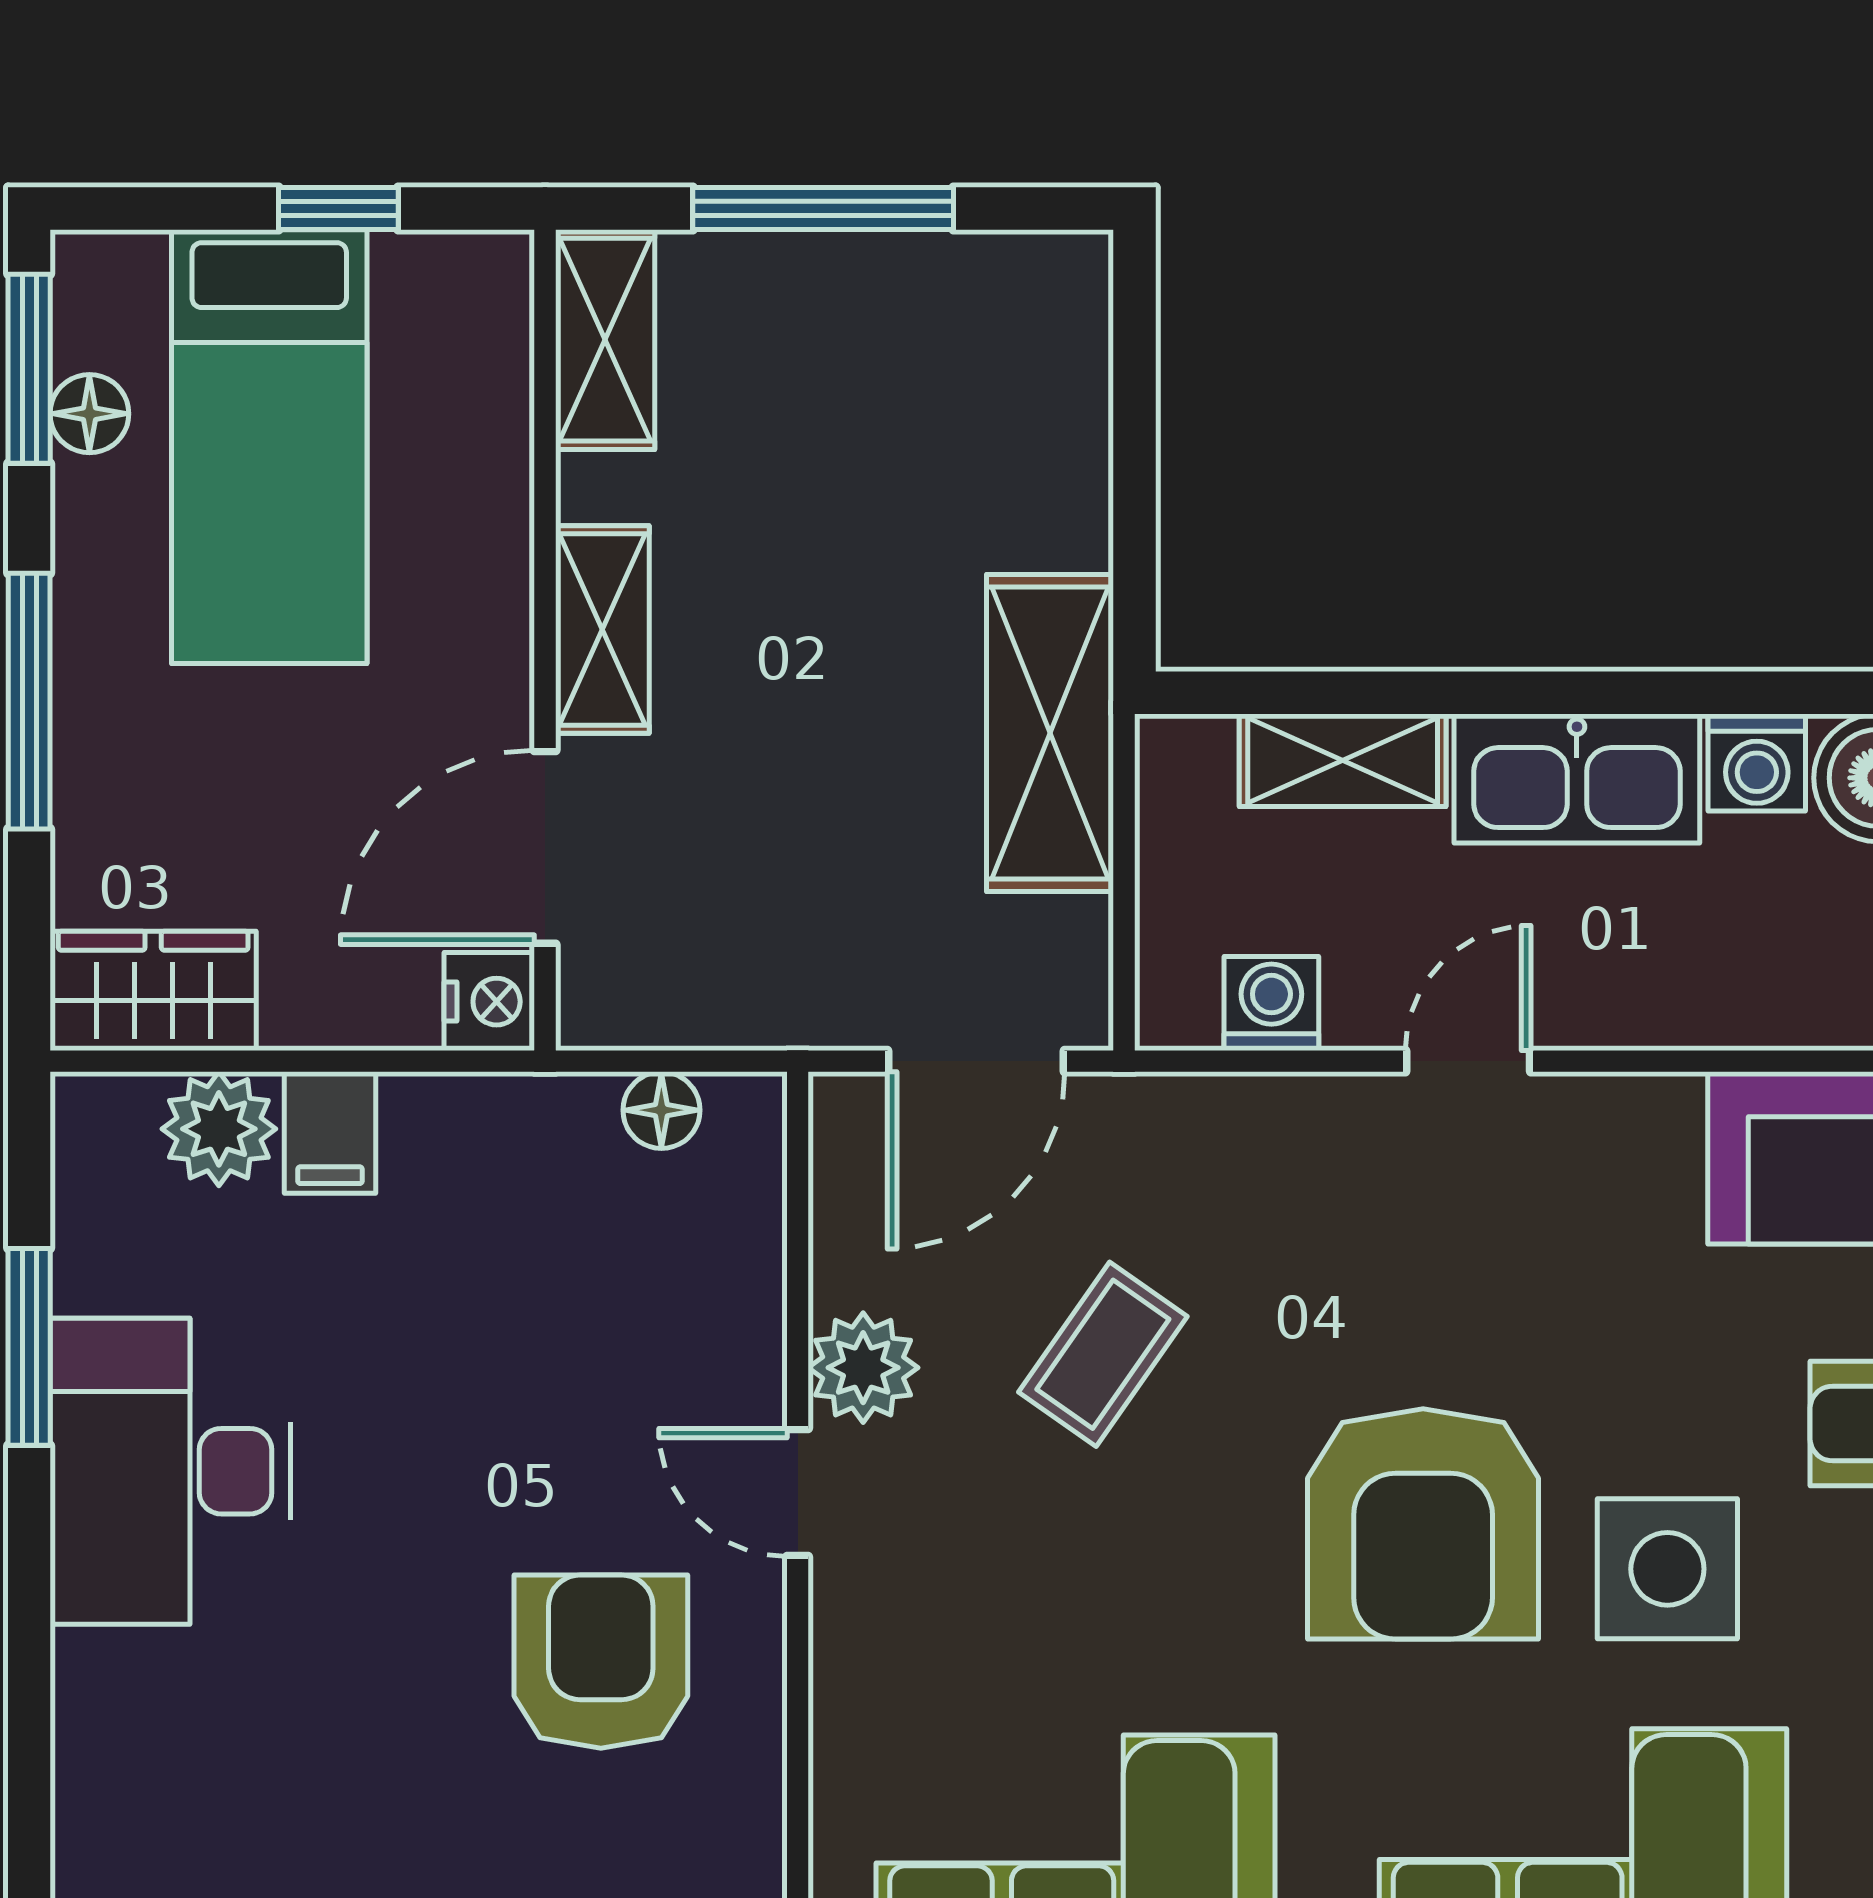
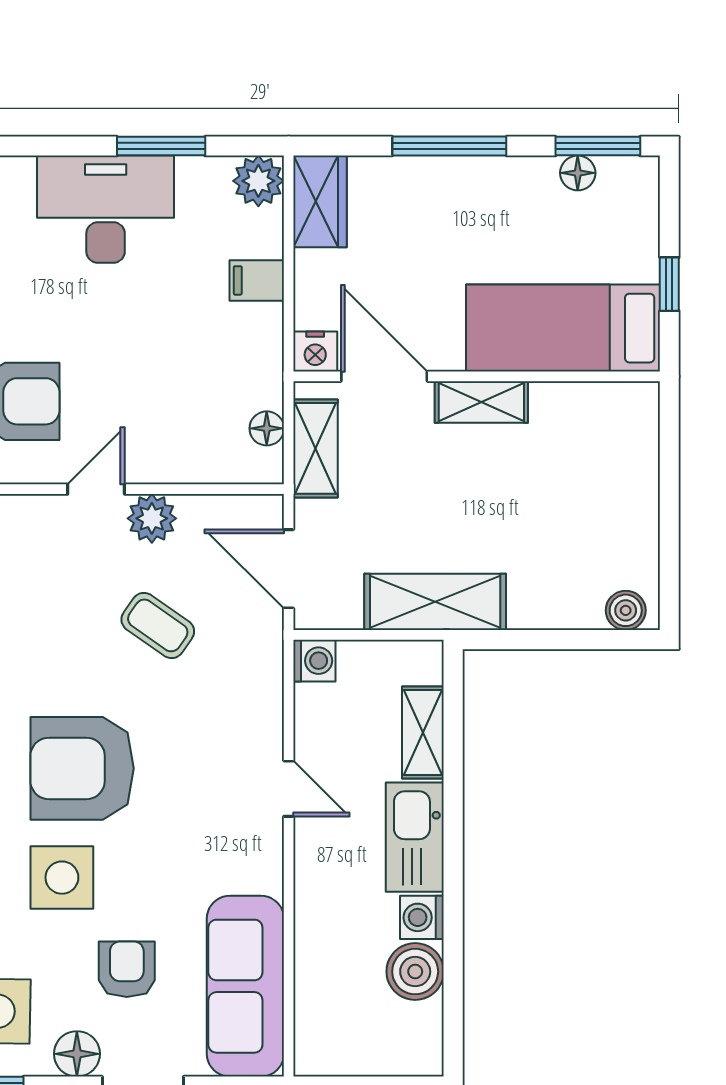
window: (823, 208) -> (669, 501), removed
boiler: (1069, 306) -> (626, 610), added
shelving: (605, 340) -> (315, 448), moved, turned 90
bed: (269, 447) -> (563, 328), moved
washing machine: (1271, 1004) -> (314, 661), moved
plant: (219, 1129) -> (258, 181), moved

